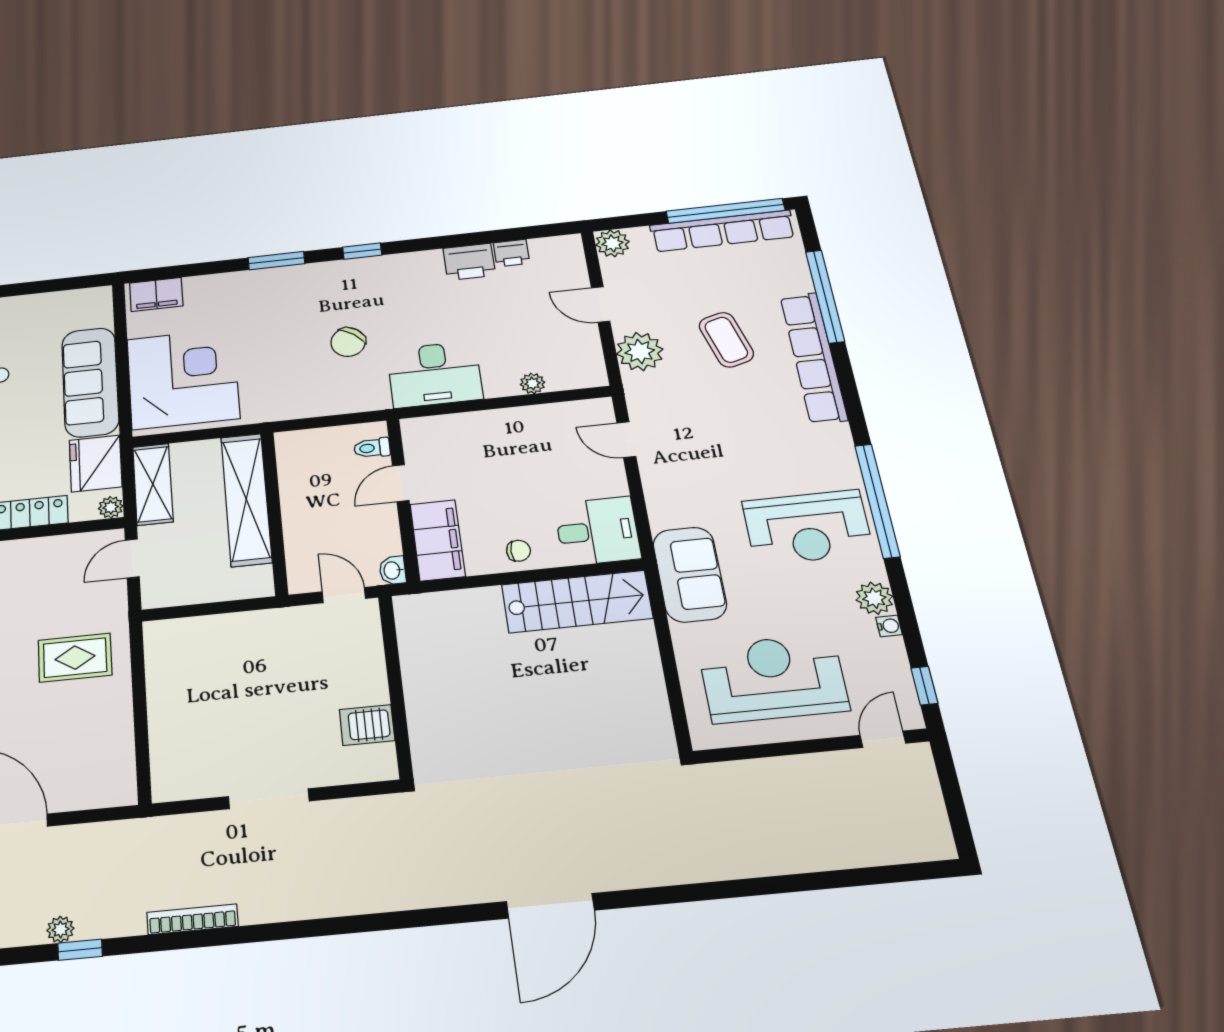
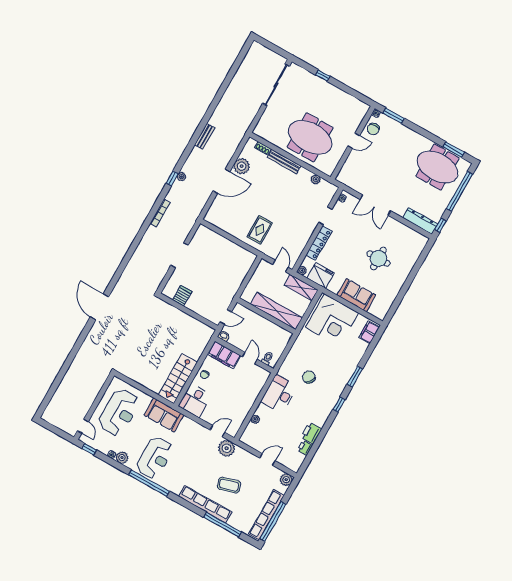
plant: (640, 352) -> (227, 448), moved
sofa: (90, 382) -> (356, 295), width x0.73
reception desk: (808, 527) -> (155, 458), turned 180

